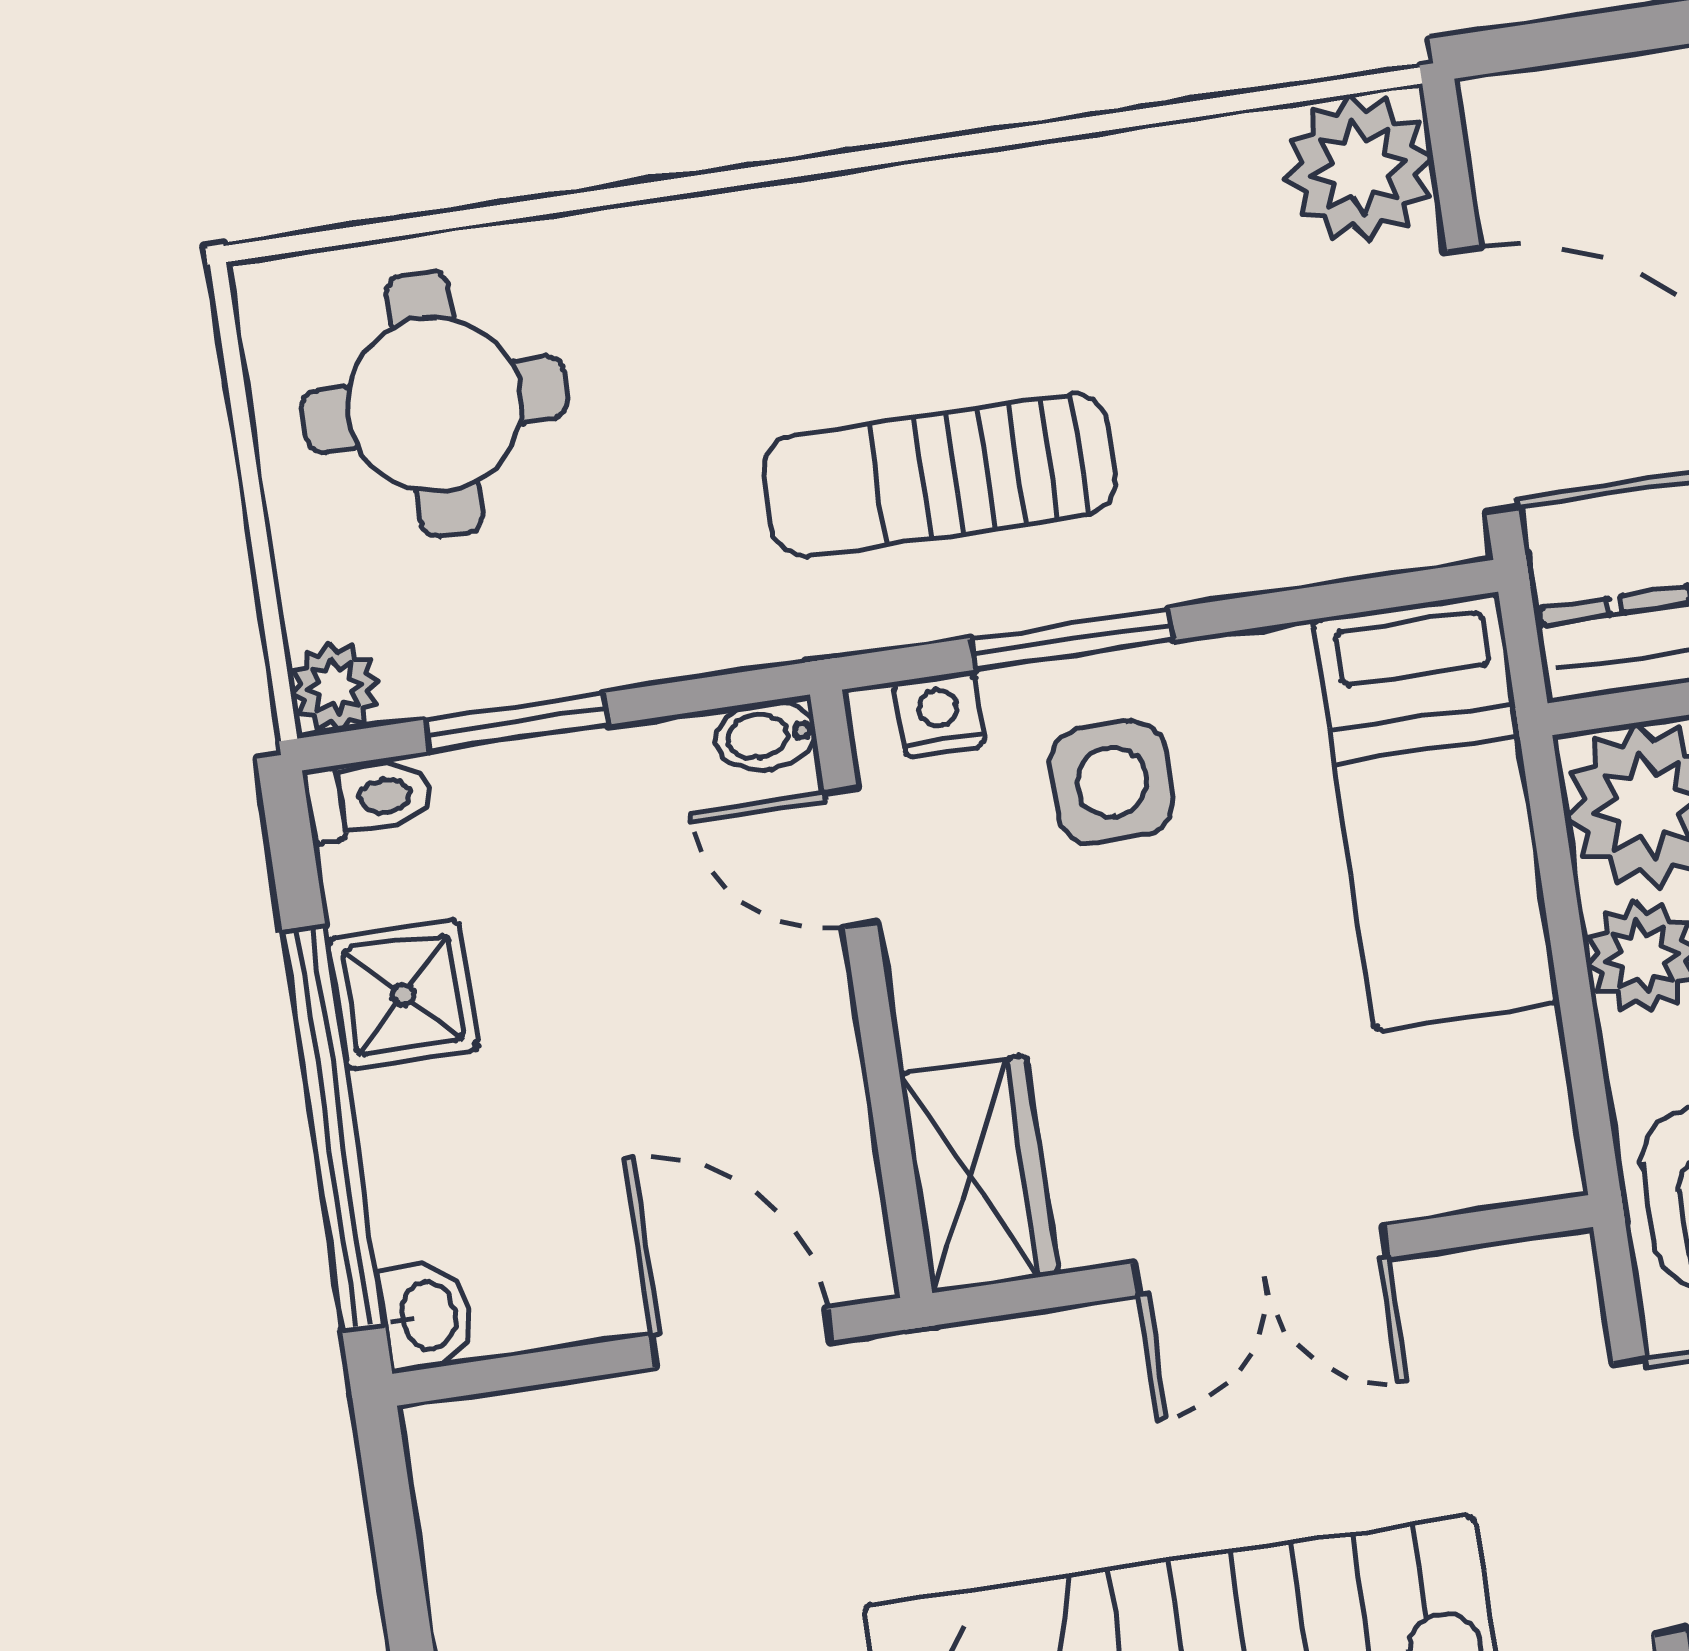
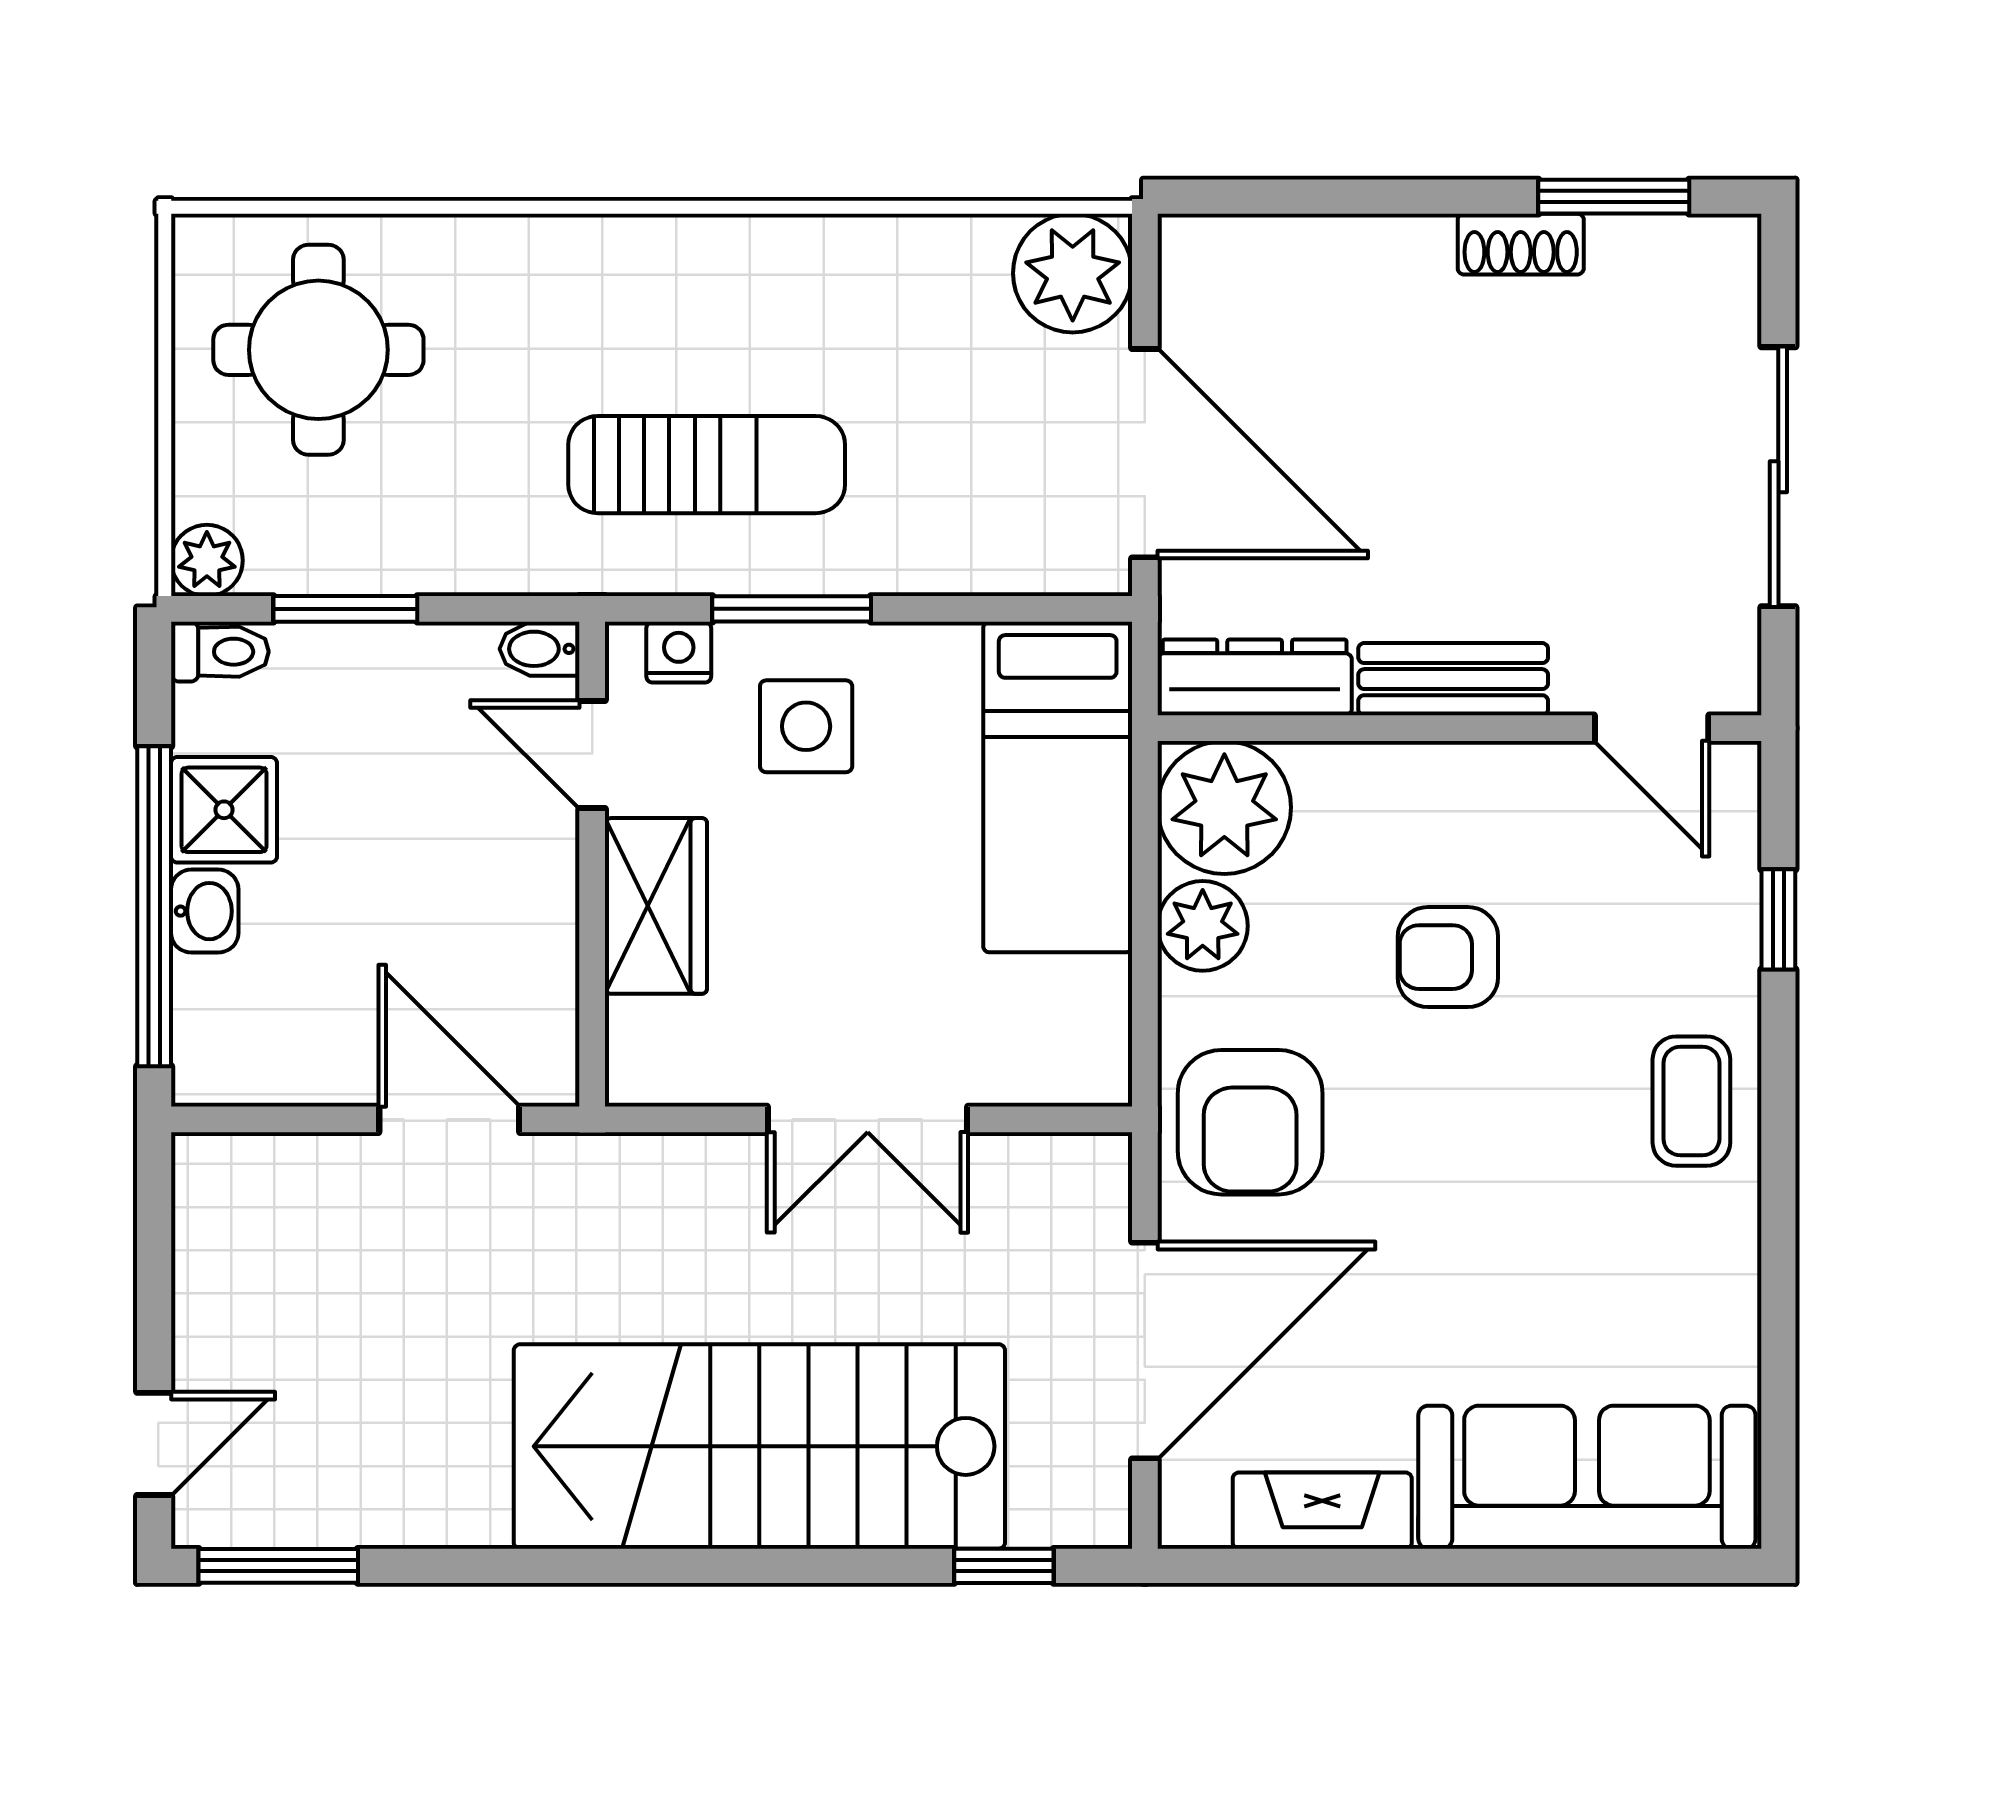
sun lounger: (939, 475) -> (707, 465), turned 180
wardrobe: (979, 1174) -> (656, 906), moved
washbasin: (426, 1316) -> (205, 911), moved

